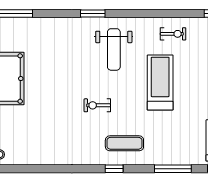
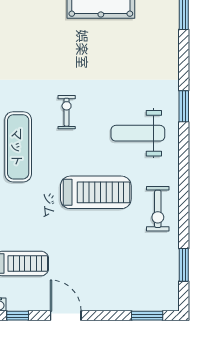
exercise bike: (173, 34) -> (158, 209), width x1.38, depth x1.39
exercise mat: (124, 143) -> (18, 147), width x1.36, depth x1.45

